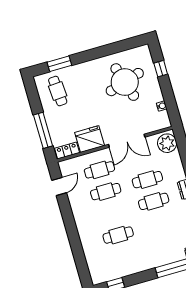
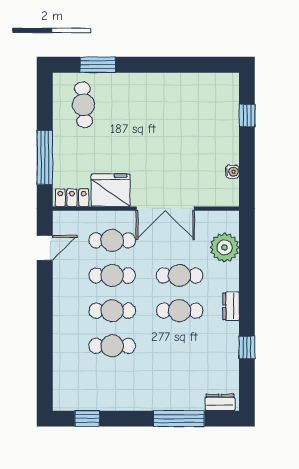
round table: (125, 82) -> (187, 120), removed
plant: (167, 143) -> (225, 247), moved
cafe table: (112, 213) -> (112, 311), added

